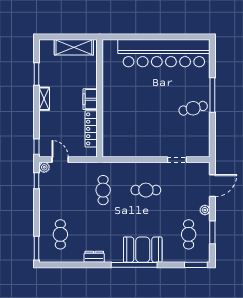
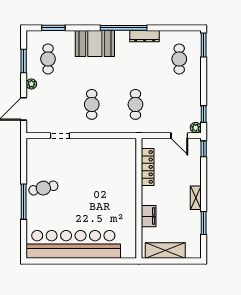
filing cabinet: (90, 99) -> (149, 216), moved
cafe table: (146, 190) -> (92, 104), turned 90
dresser: (94, 257) -> (145, 36), width x1.44
window: (134, 265) -> (124, 28), moved
window: (196, 265) -> (53, 28), moved

